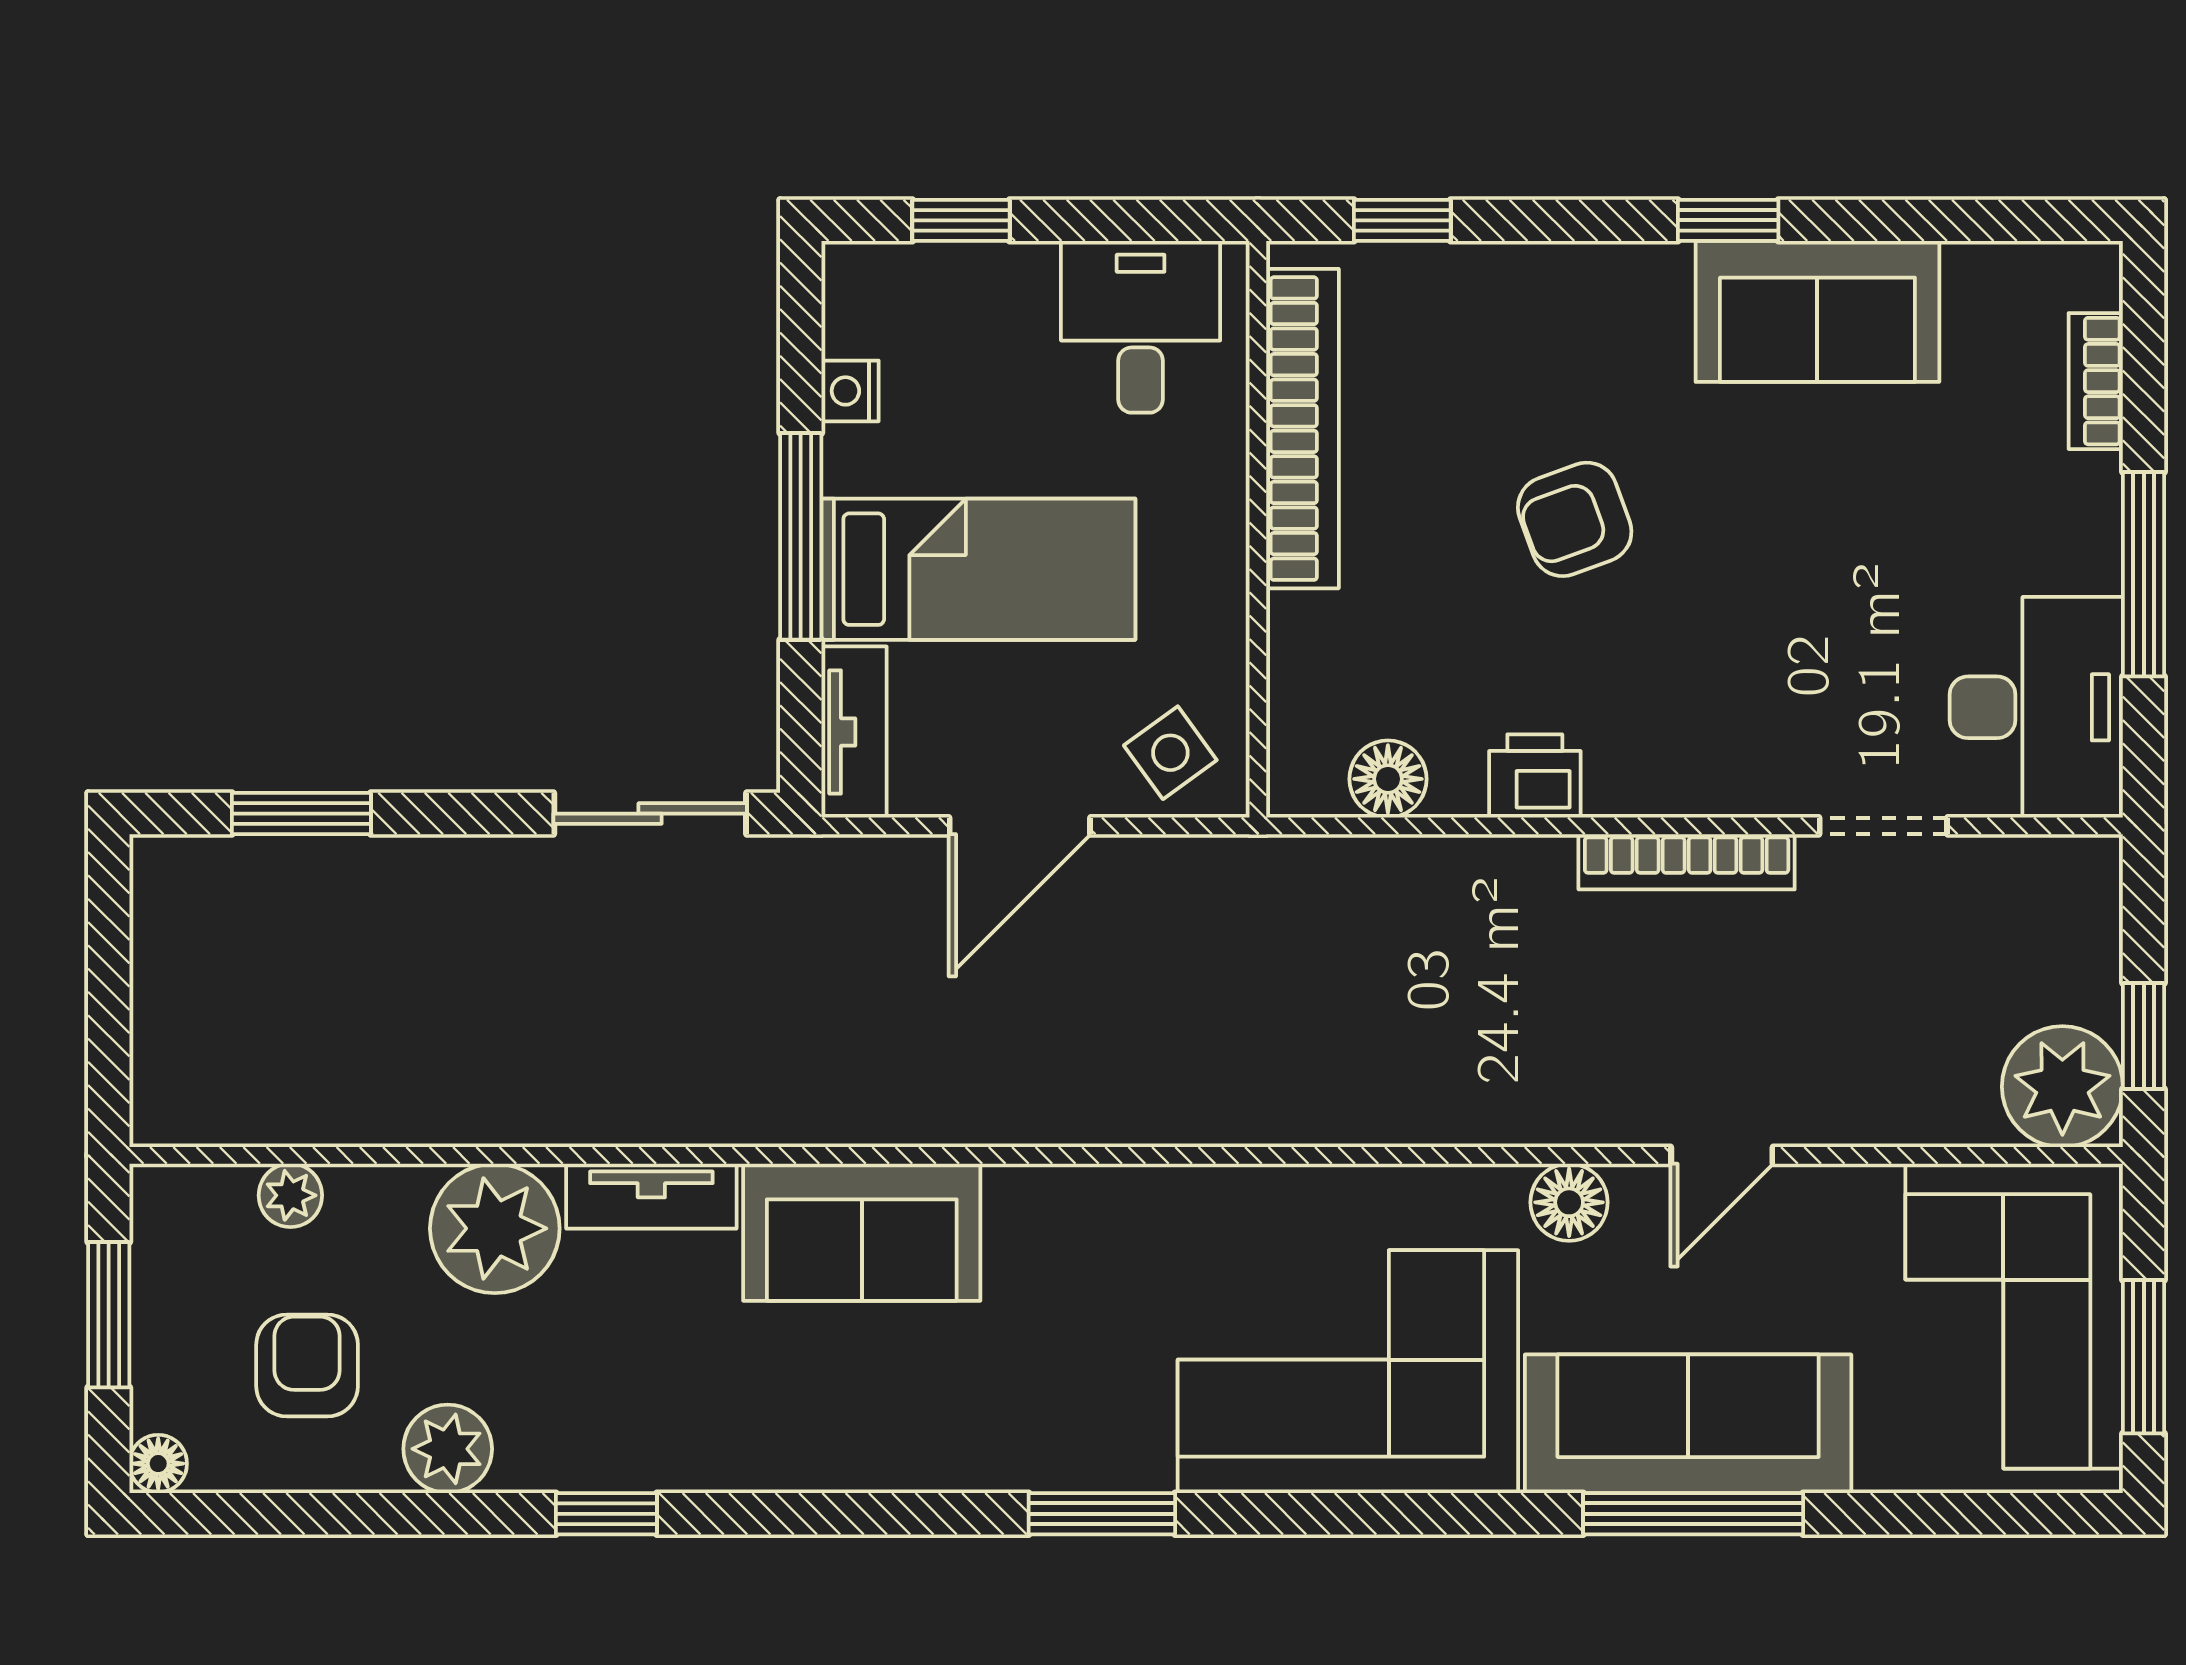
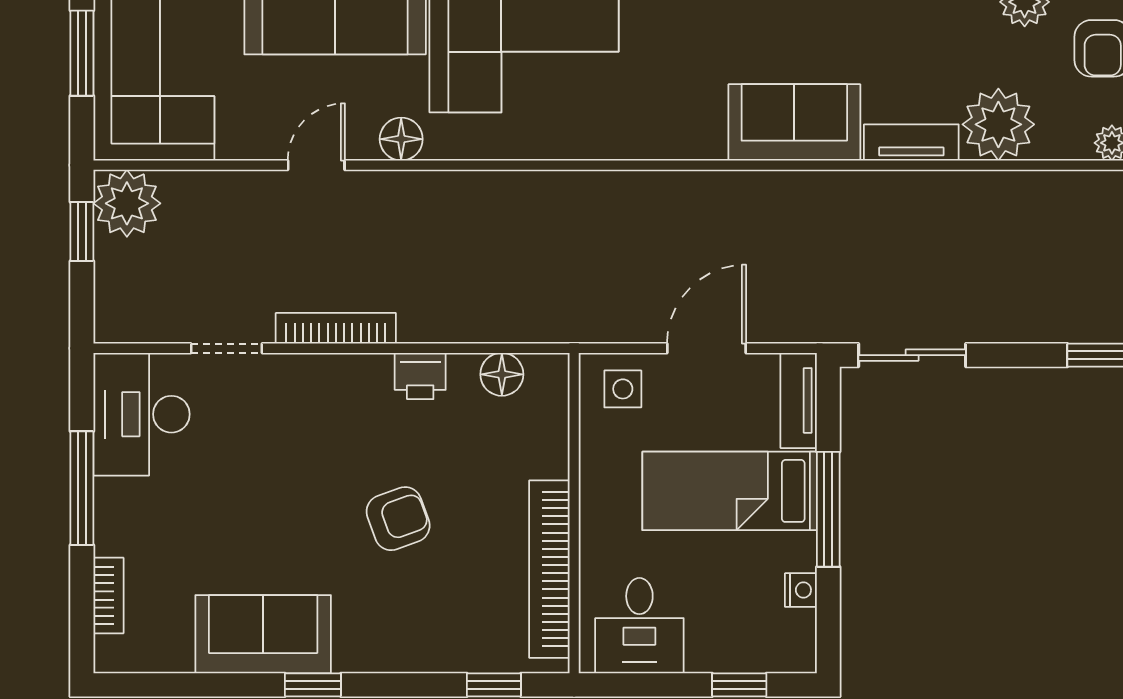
side table: (1170, 753) -> (623, 389), turned 36

